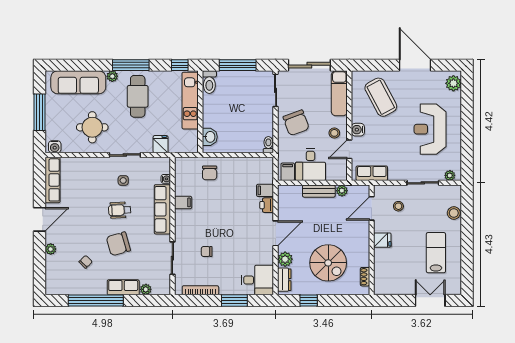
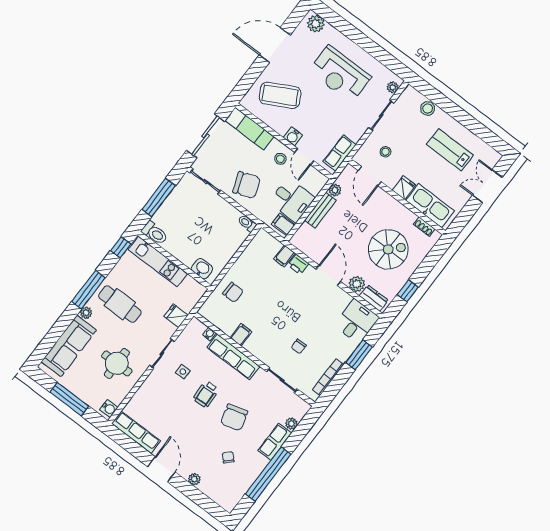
kitchen sink: (384, 269) -> (430, 206), added

